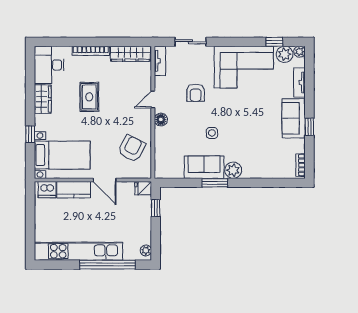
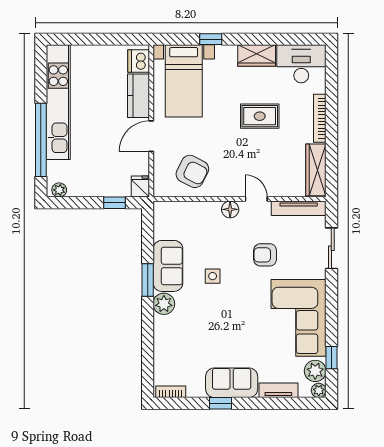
tv unit: (160, 61) -> (299, 208), width x1.41

